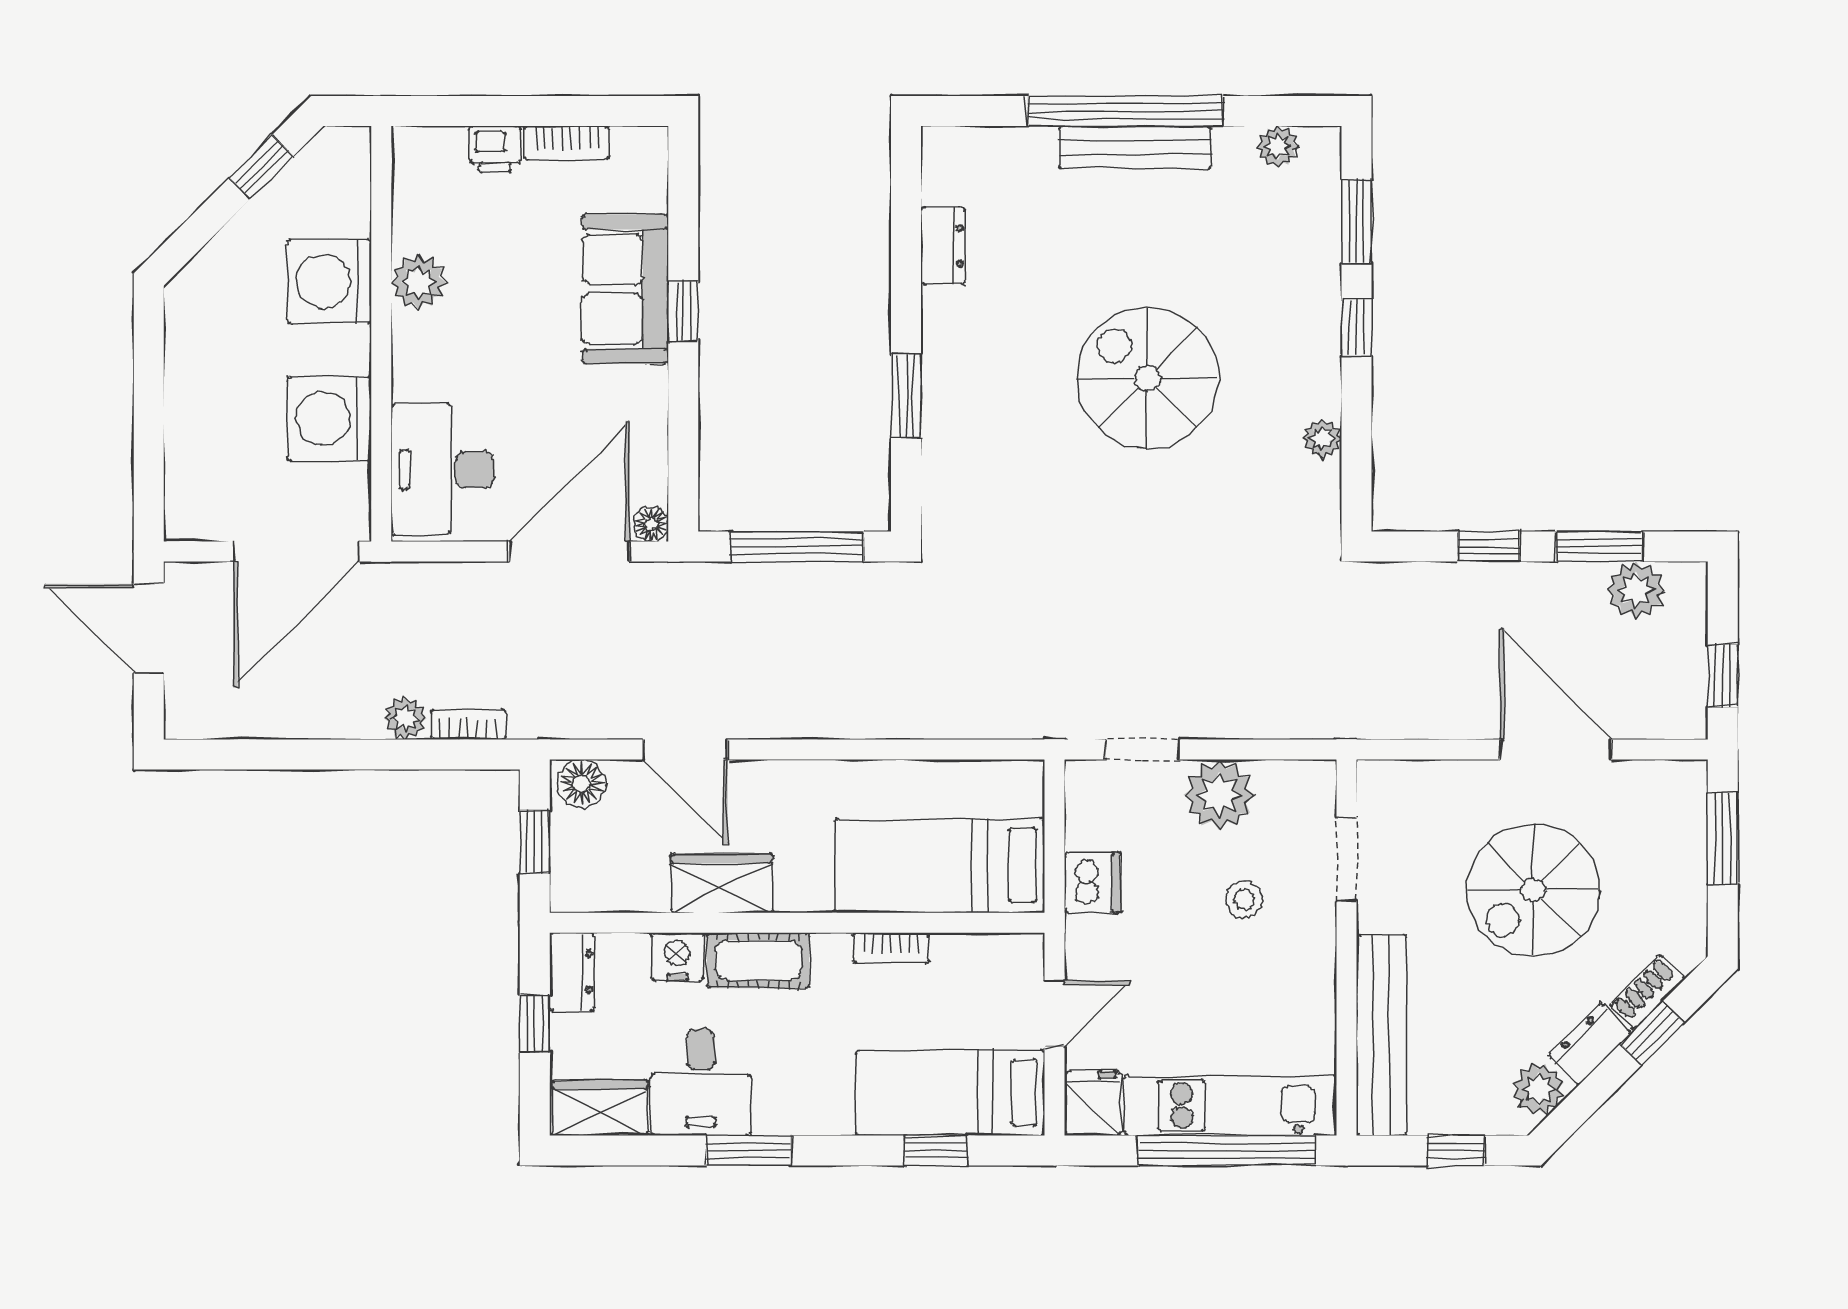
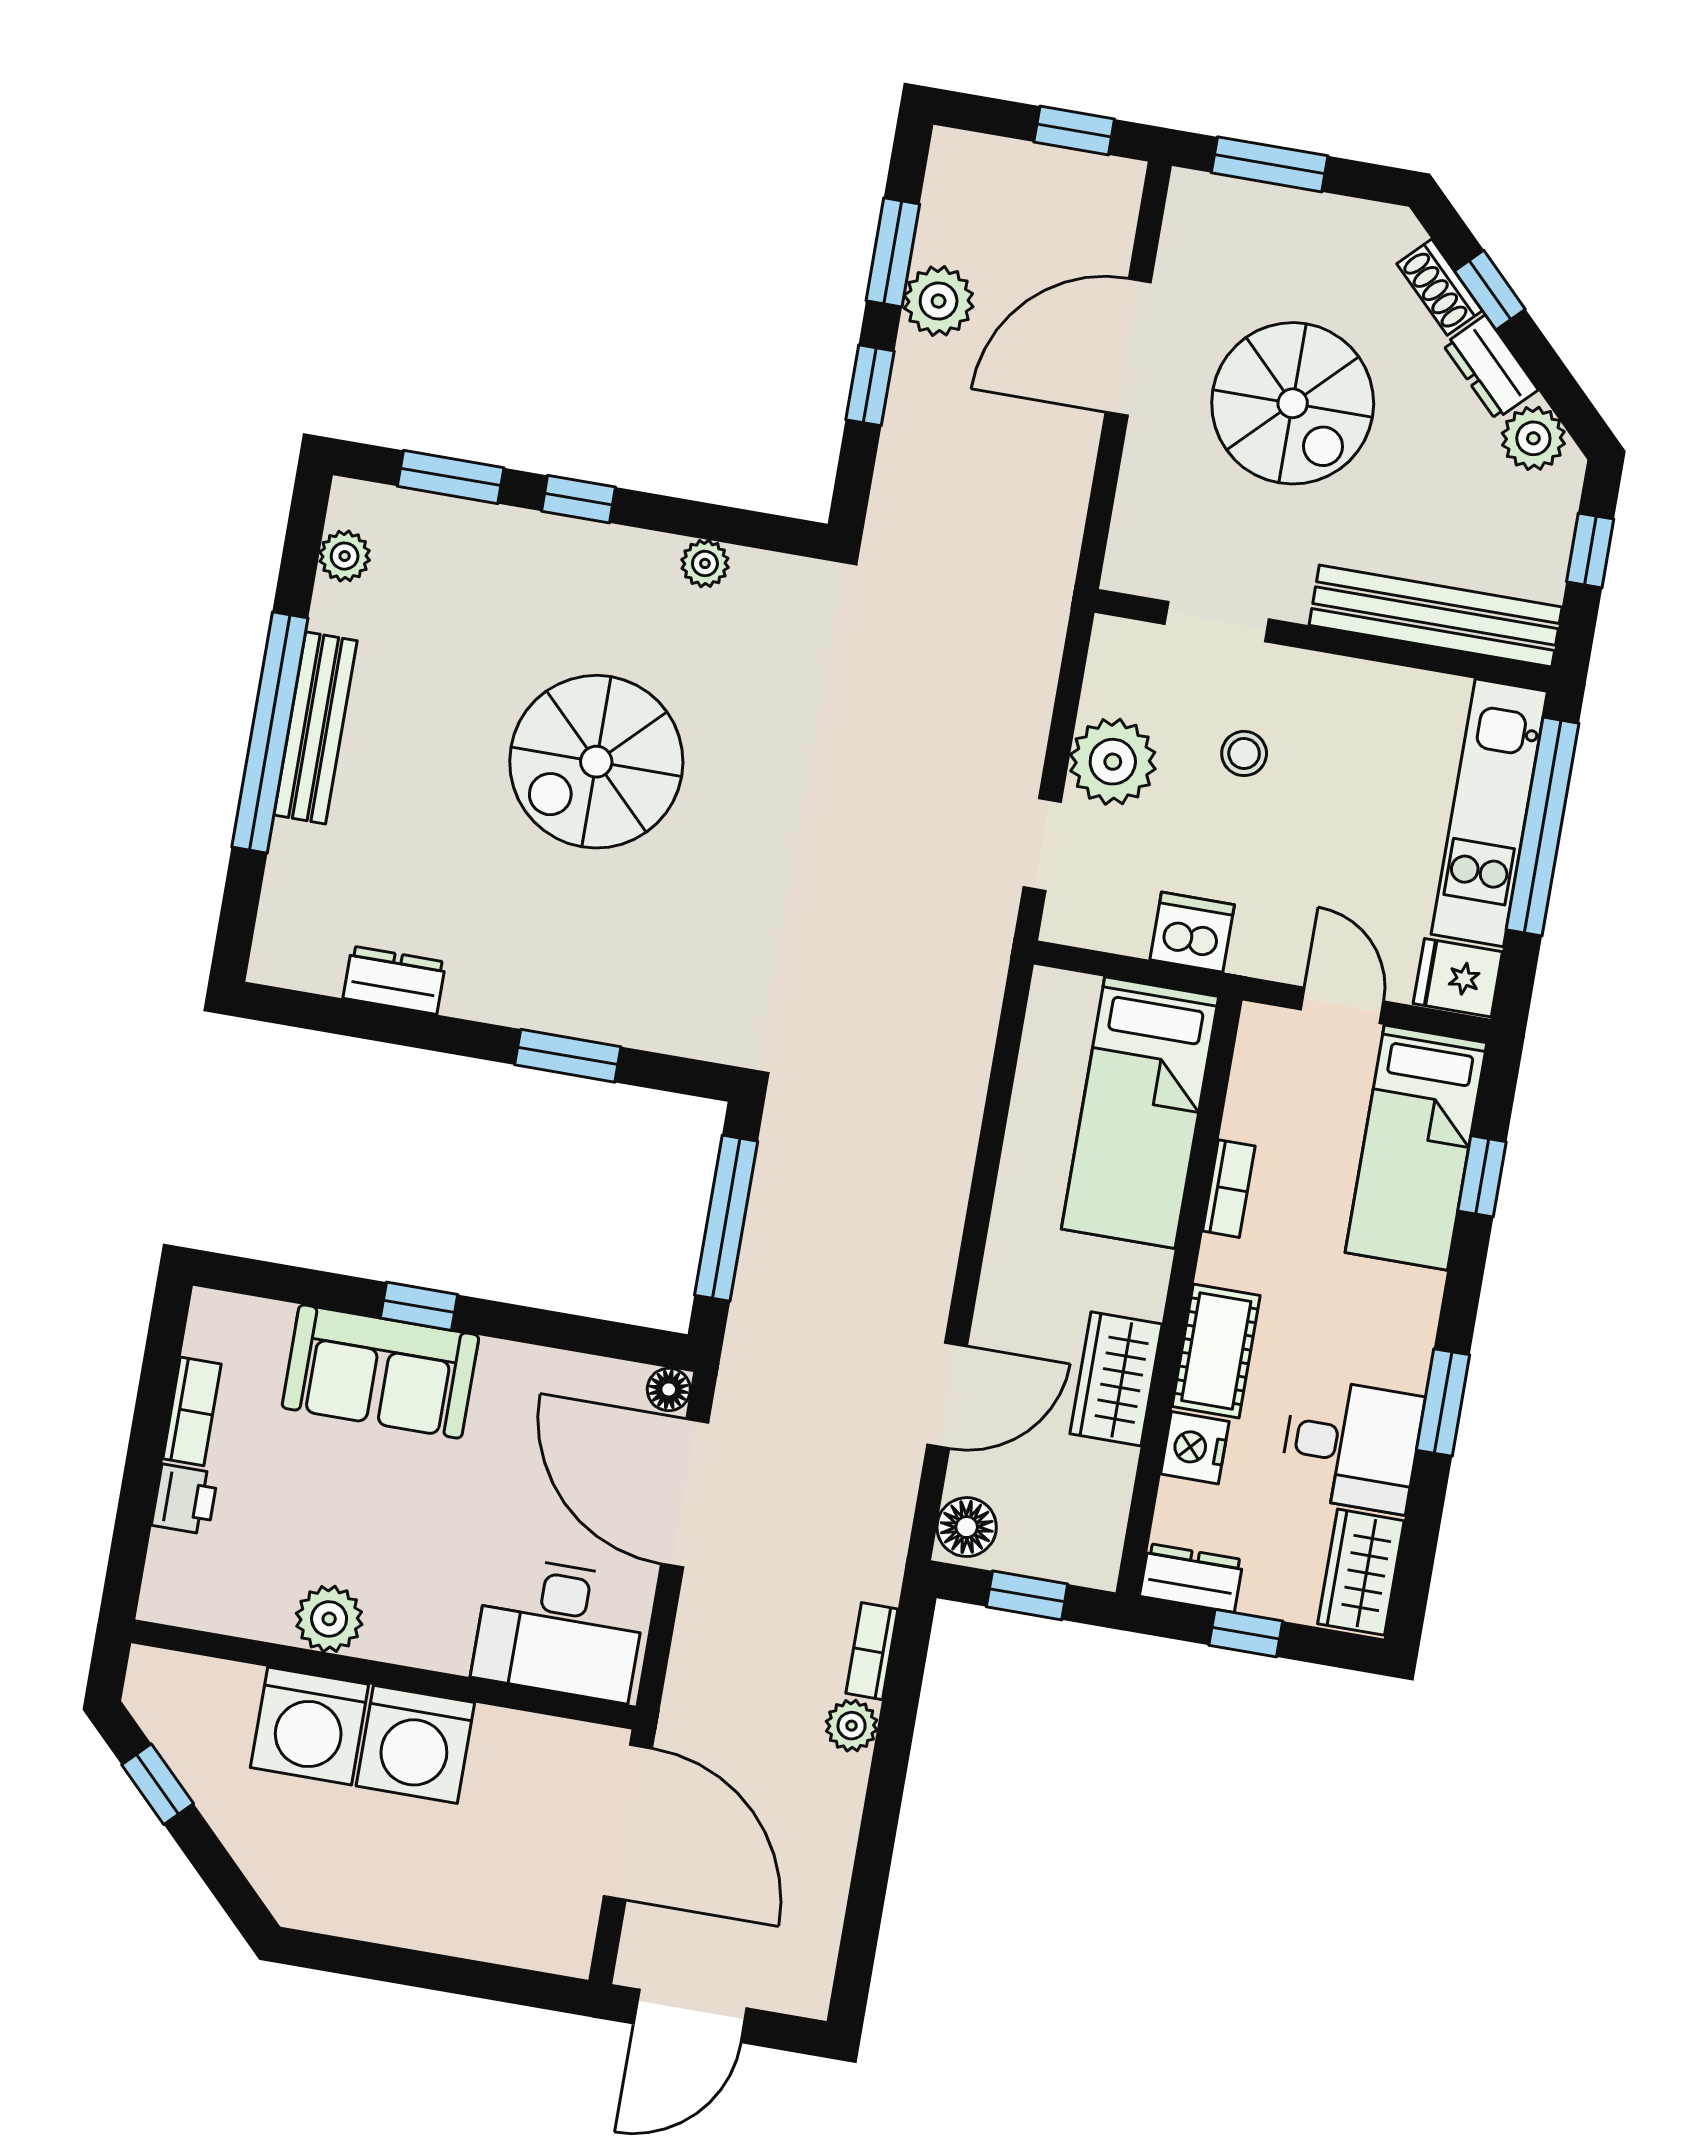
washing machine: (329, 418) -> (415, 1744), moved
plant: (1636, 590) -> (939, 301), moved

